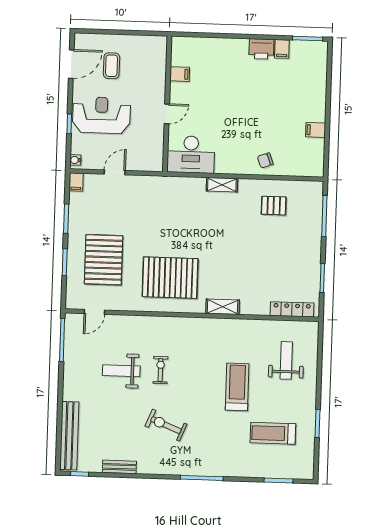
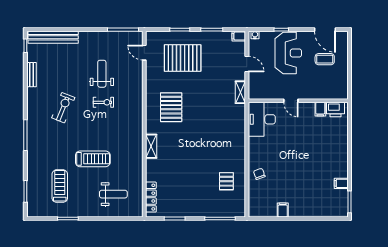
printer: (261, 49) -> (335, 110), moved, turned -90
shelving: (222, 185) -> (240, 92), moved
pallet: (170, 278) -> (171, 107), width x0.73, depth x0.71

